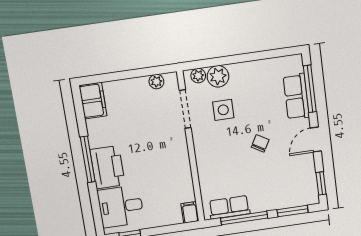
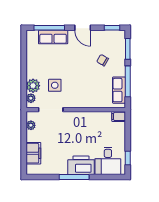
filing cabinet: (93, 101) -> (33, 153), moved, turned 90
chair: (260, 143) -> (103, 60), moved

